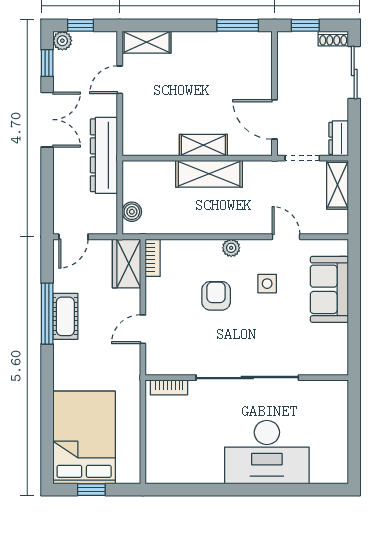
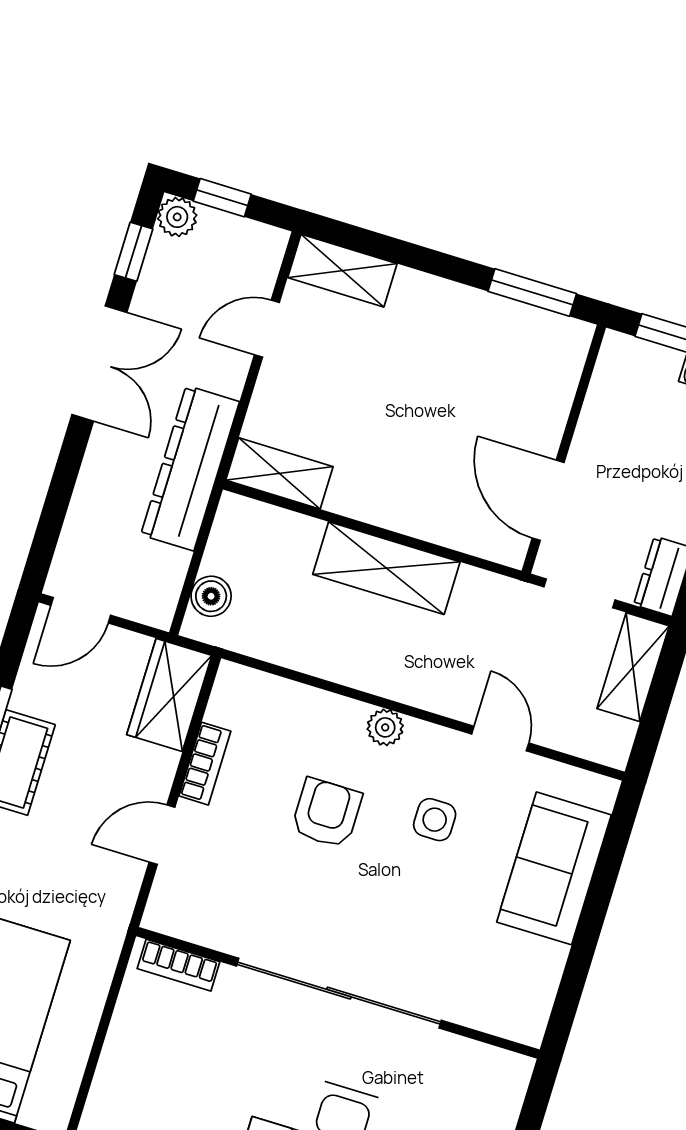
shelving: (203, 145) -> (279, 473), moved
bookcase: (153, 258) -> (205, 764), moved

